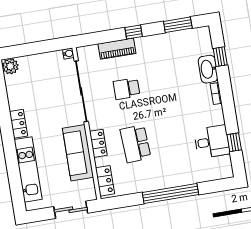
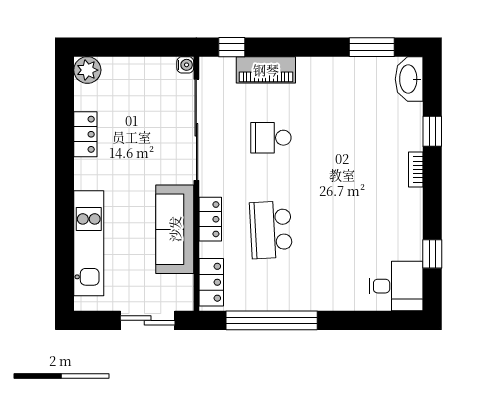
window: (134, 32) -> (232, 47), moved
window: (220, 57) -> (432, 131), moved
washbasin: (208, 69) -> (409, 79), moved
locker: (18, 124) -> (85, 134), moved
desk: (212, 142) -> (396, 286), moved
window: (170, 193) -> (272, 320), moved

